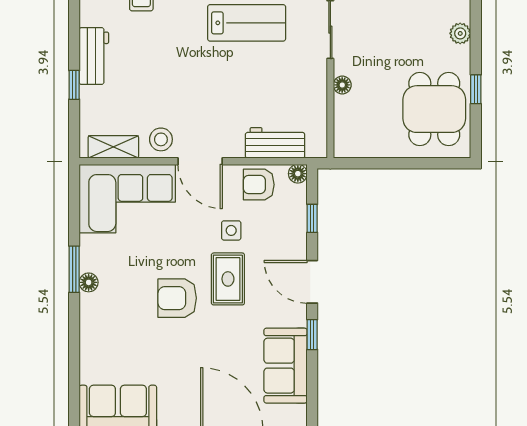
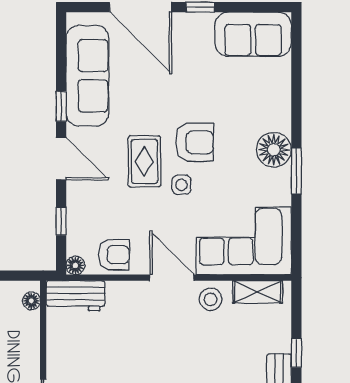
floor lamp: (342, 85) -> (31, 301), moved
workbench: (275, 143) -> (75, 296), moved
side table: (231, 230) -> (182, 185), moved
floor lamp: (89, 282) -> (274, 150), width x1.89, depth x1.89
sofa: (286, 366) -> (87, 76), width x1.36

